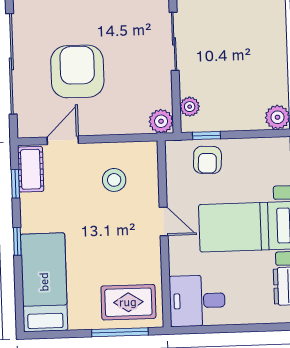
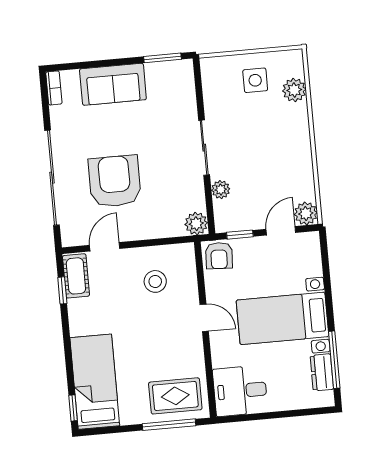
plant: (190, 107) -> (221, 190), moved
door: (250, 134) -> (281, 231), added
armchair: (207, 160) -> (219, 256), moved
window: (17, 241) -> (73, 408), moved

